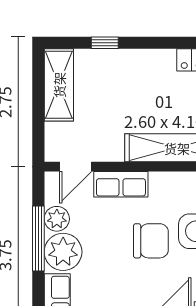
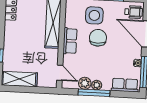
row of seats: (121, 184) -> (70, 41), moved
plant: (63, 252) -> (97, 85), width x0.53, depth x0.53

